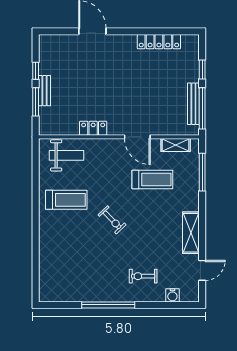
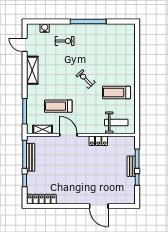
locker: (159, 42) -> (42, 199), moved
weight bench: (67, 155) -> (116, 122), turned 180
door: (202, 270) -> (25, 45), hinge flipped

